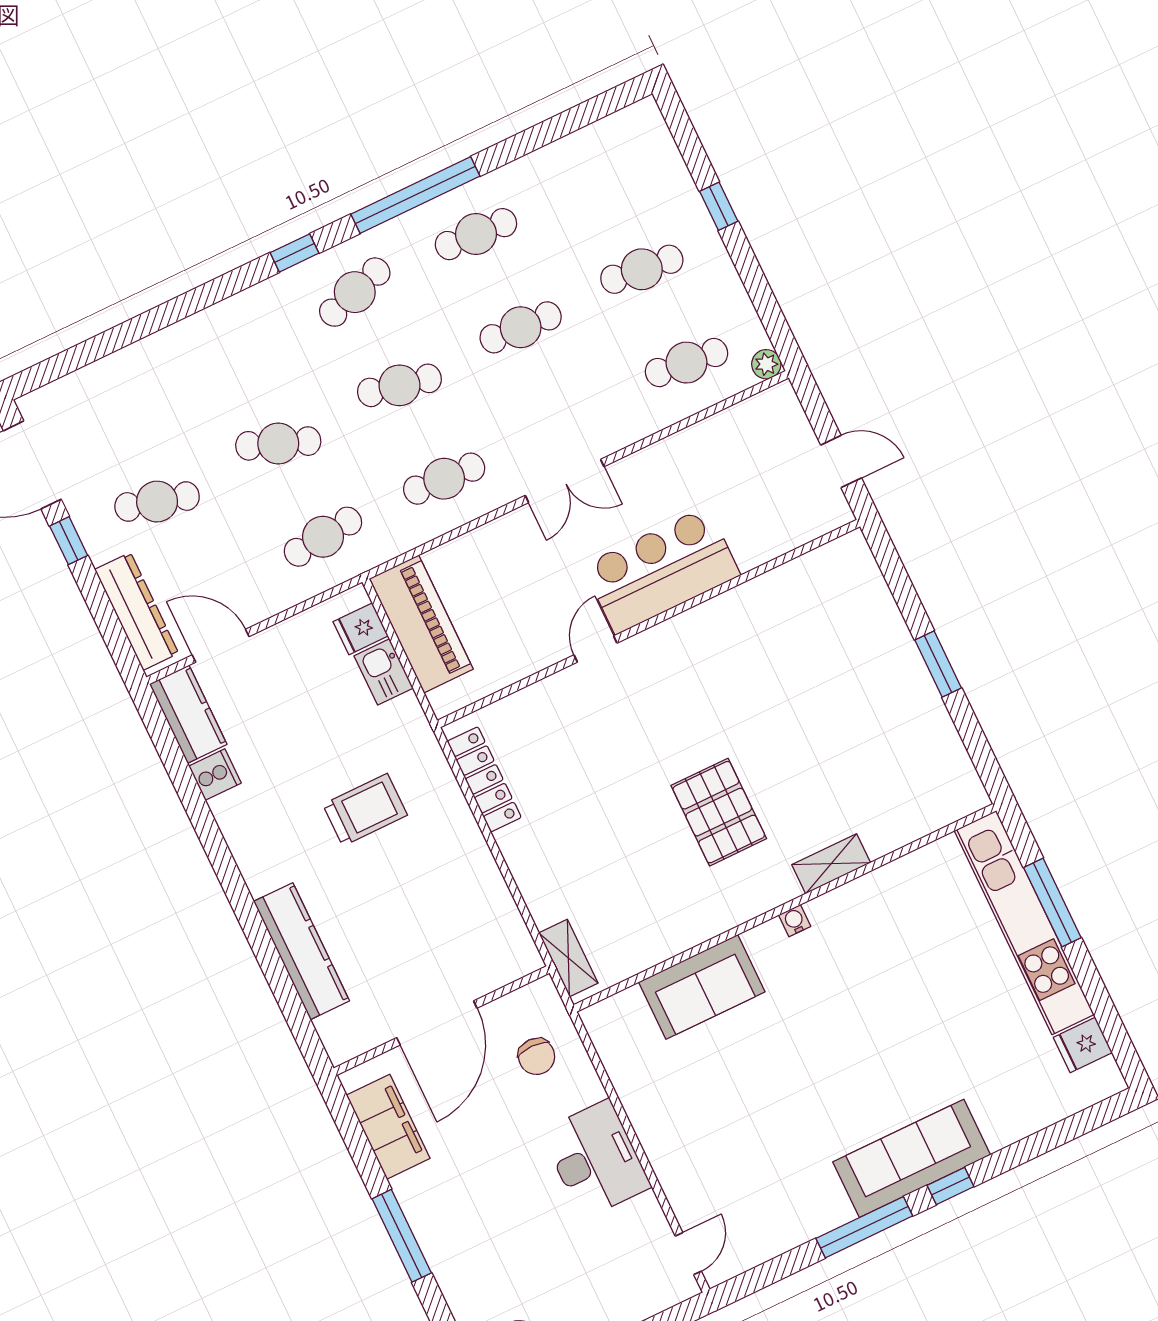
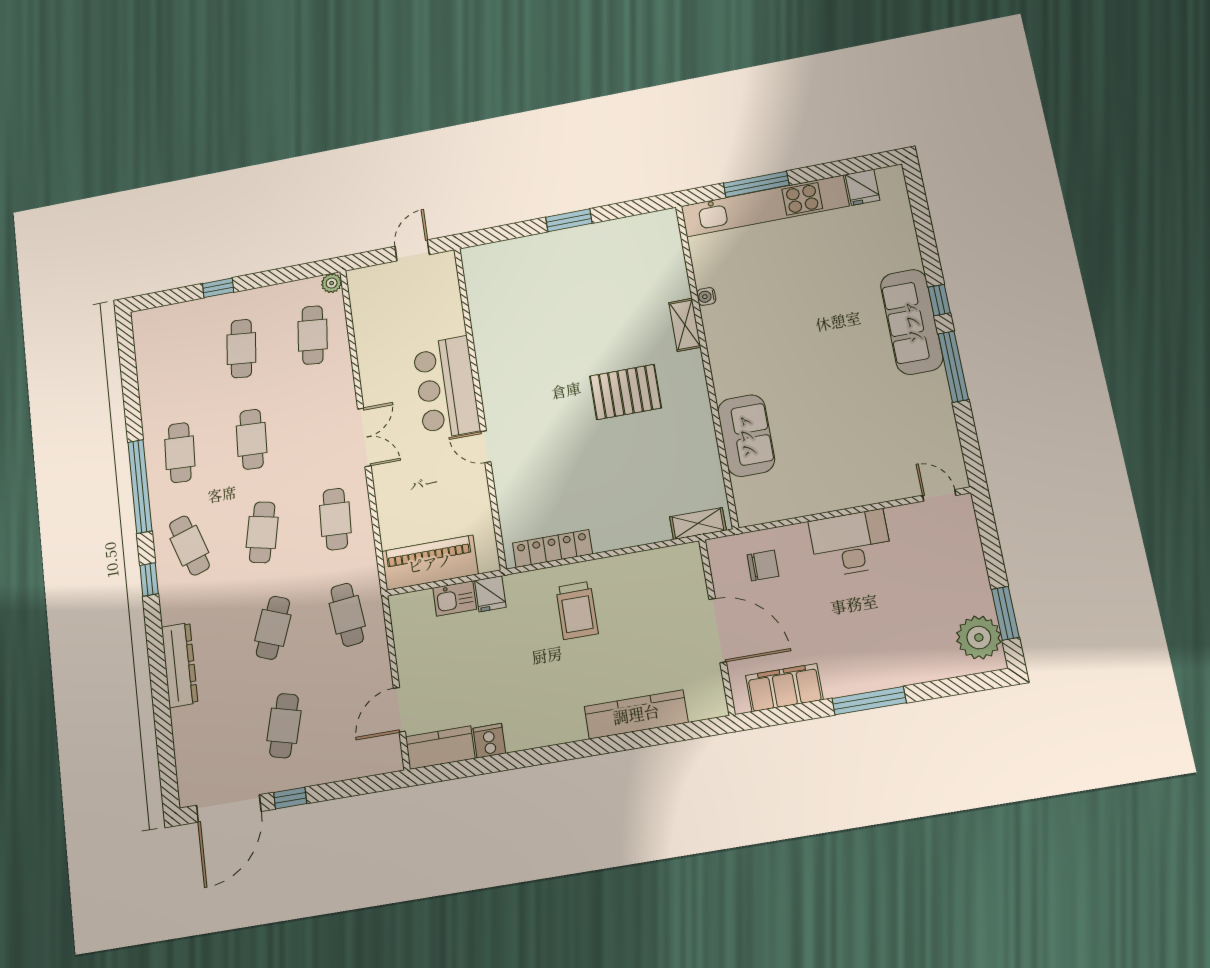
dresser: (137, 611) -> (180, 665), moved, turned 90
fridge: (361, 629) -> (490, 594), moved
trolley: (365, 810) -> (577, 610), moved, turned 180
water cooler: (795, 921) -> (706, 296), moved

